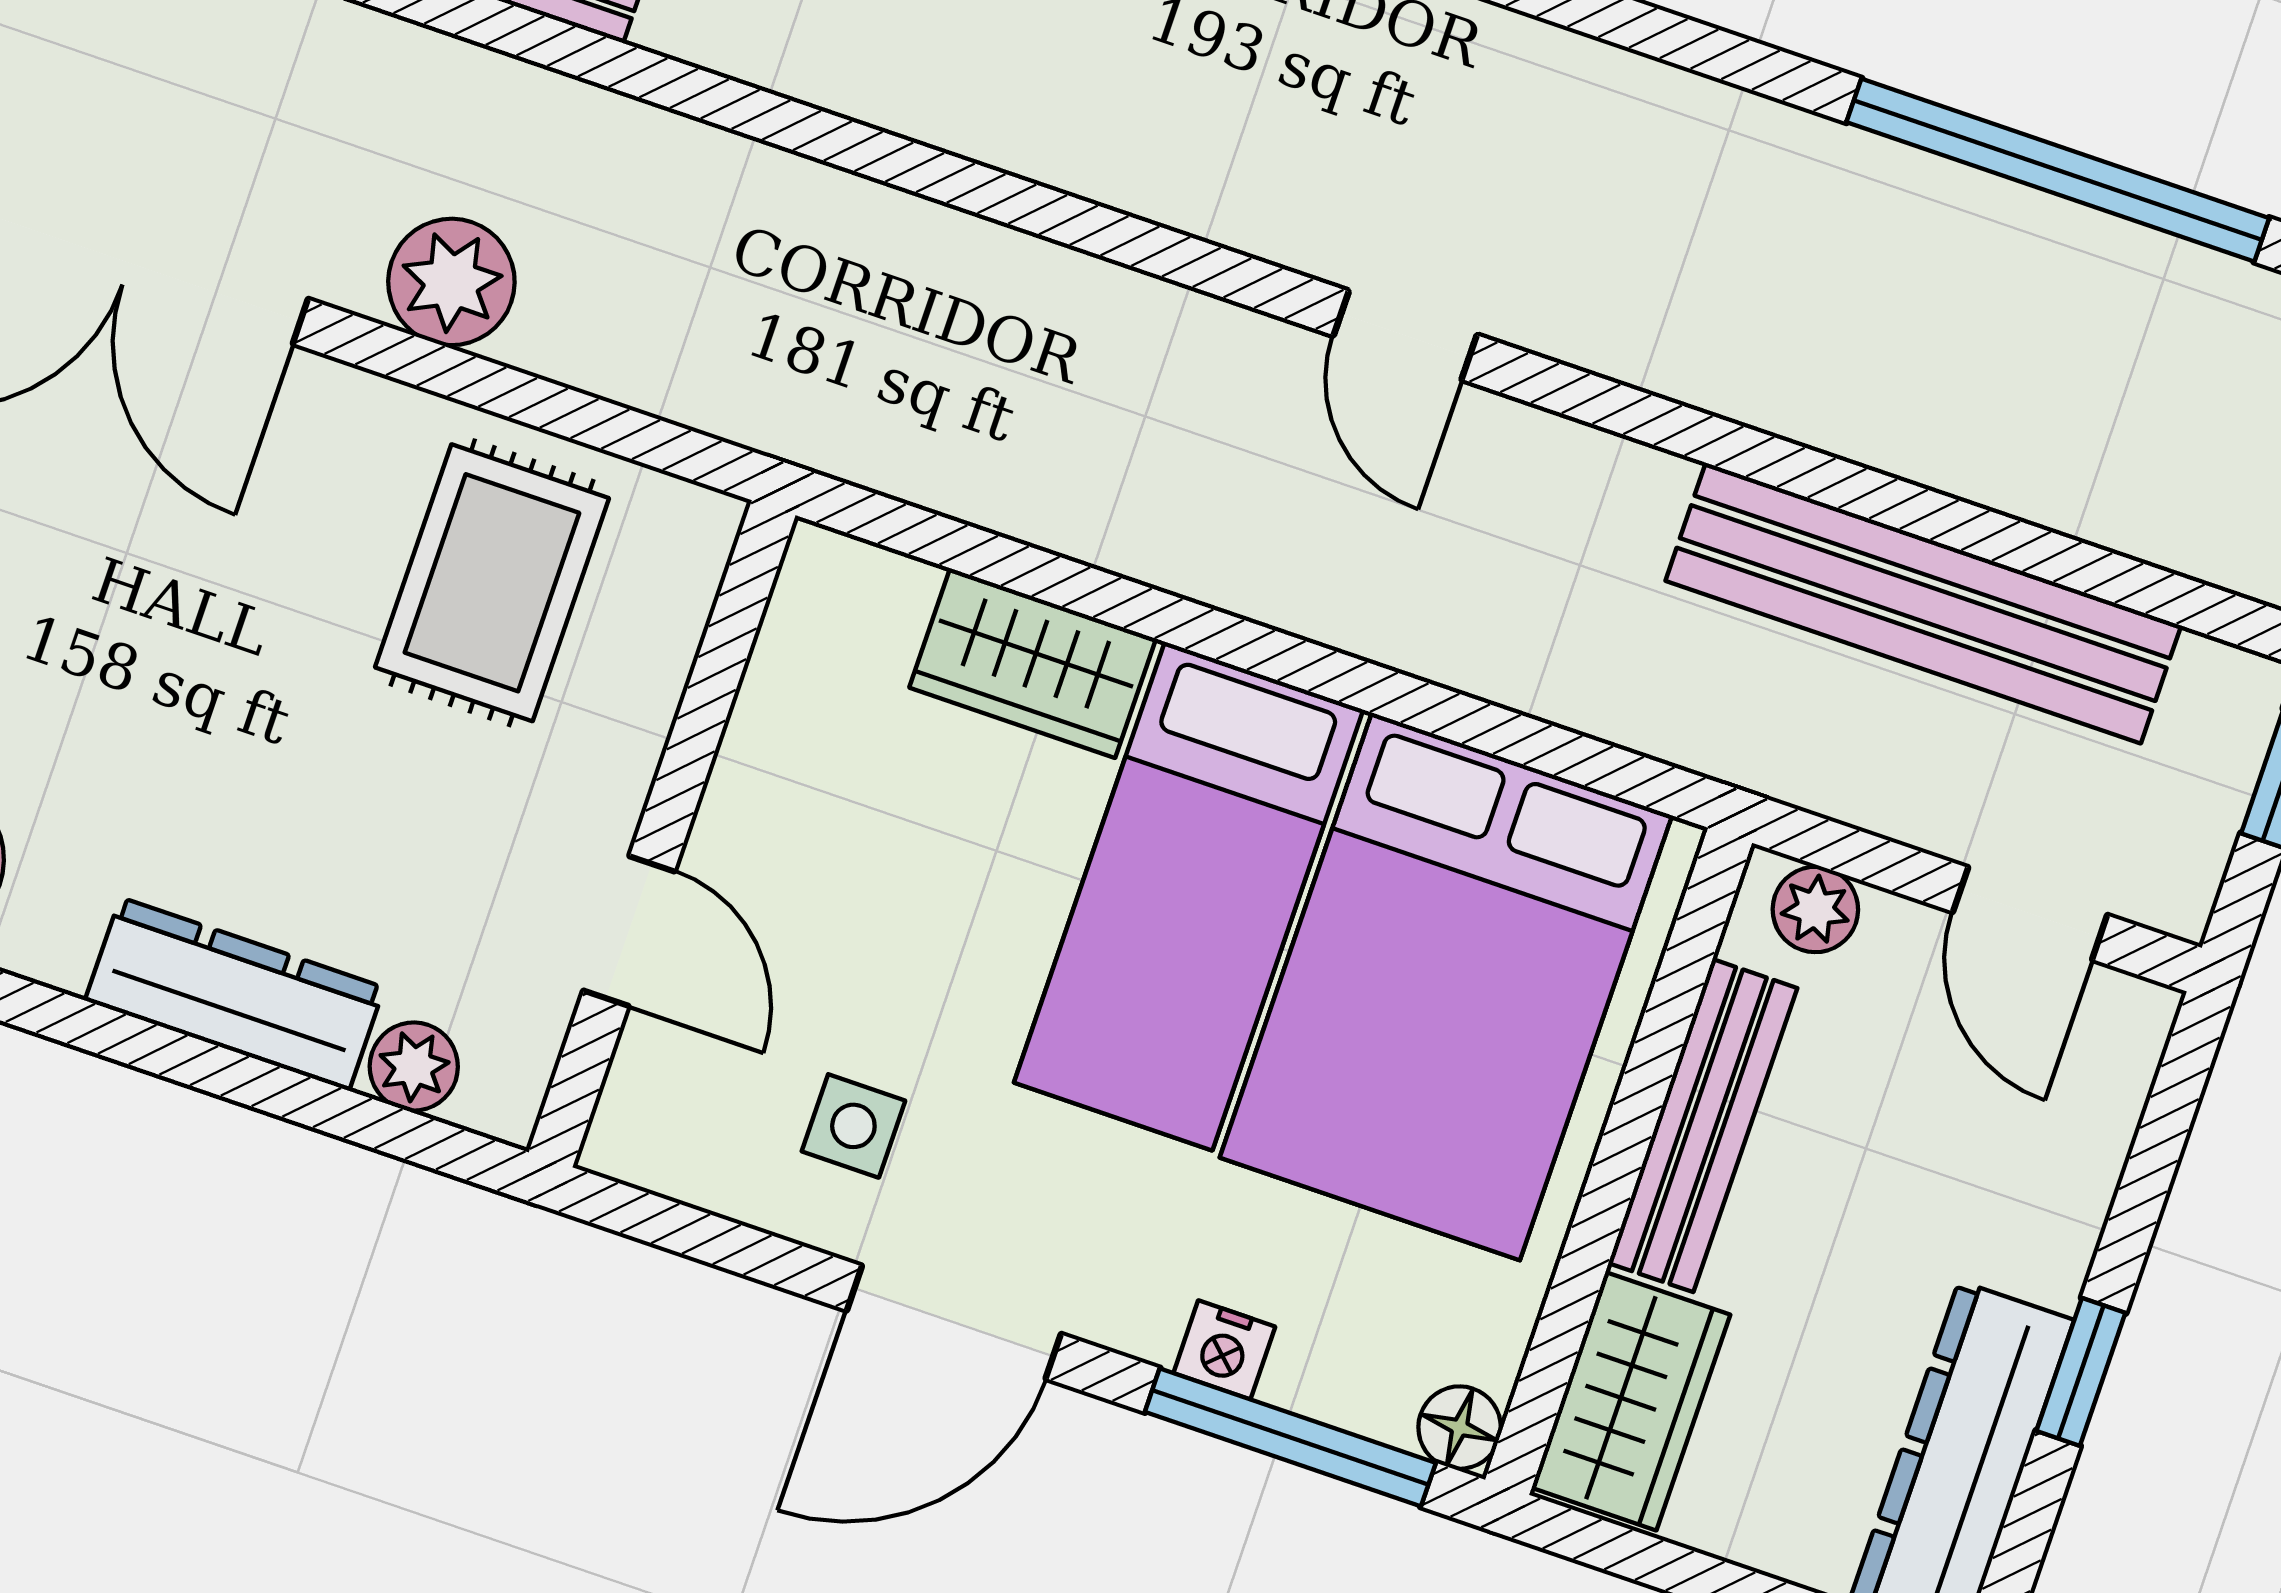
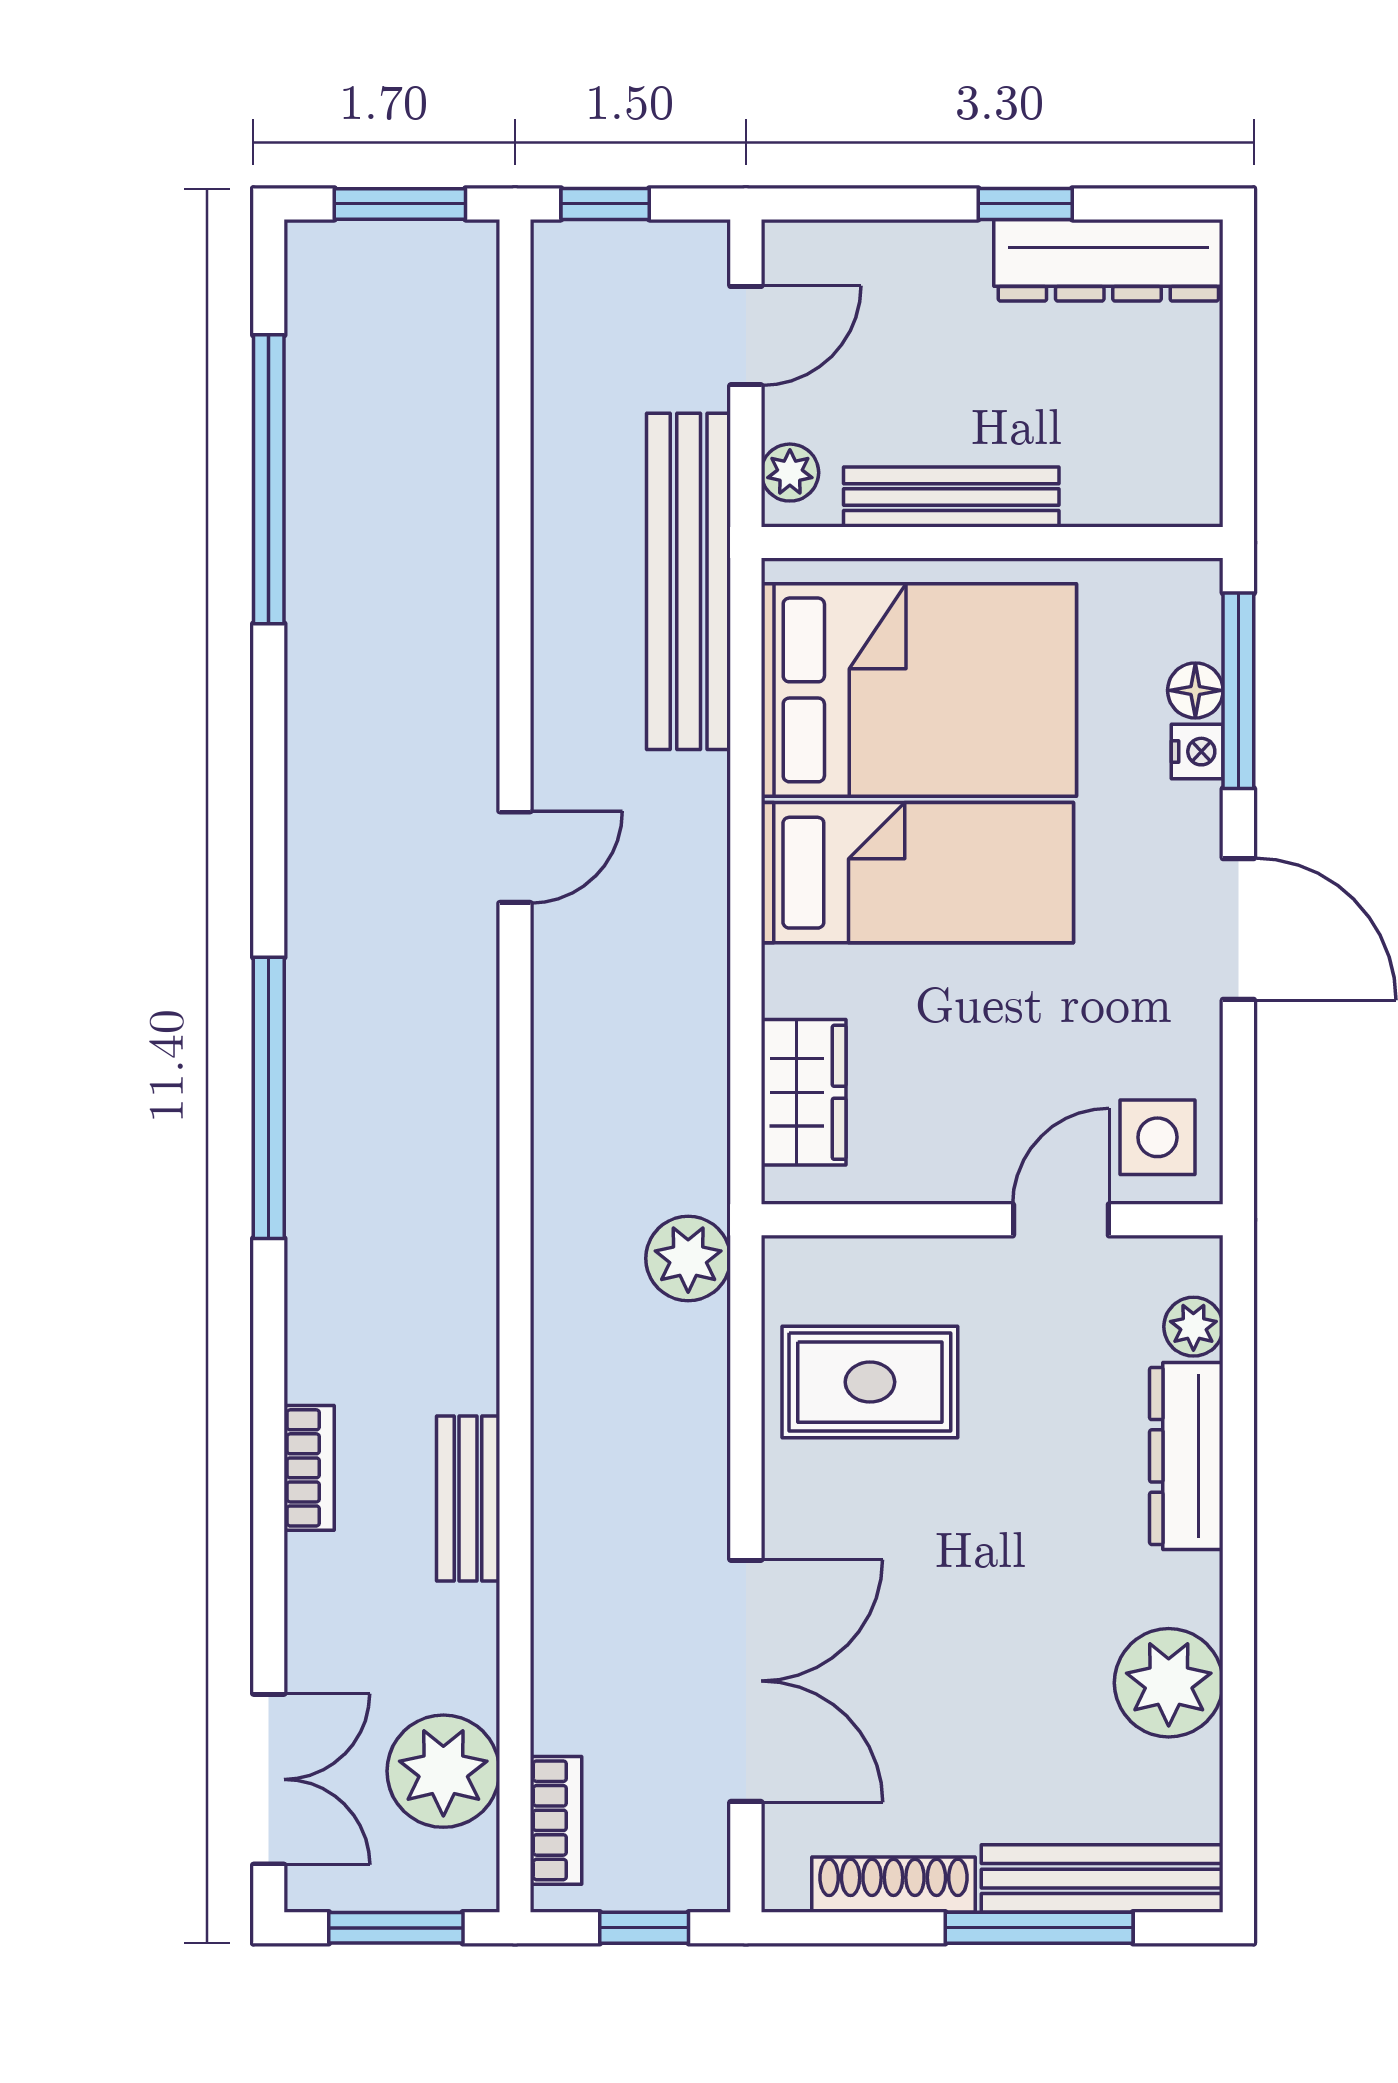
plant: (451, 282) -> (688, 1258), moved
bench: (1923, 603) -> (689, 581), moved
wardrobe: (1033, 663) -> (804, 1092), moved
side table: (853, 1126) -> (1157, 1137), moved, width x1.37, depth x1.37
wardrobe: (1631, 1401) -> (1142, 483), removed
floor lamp: (1460, 1428) -> (1195, 690), moved

